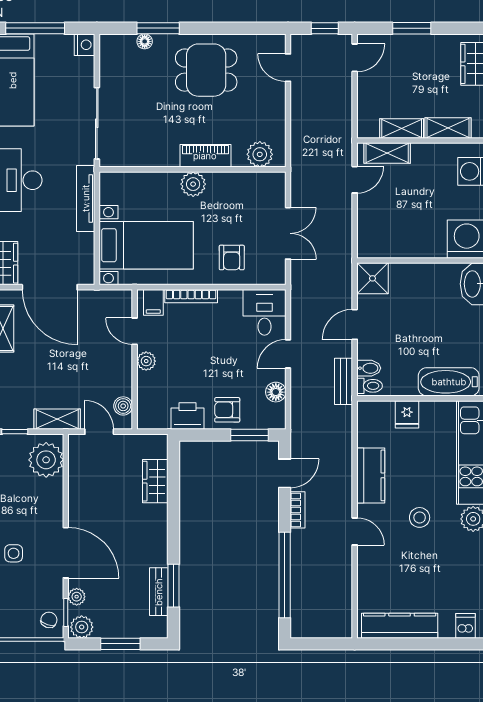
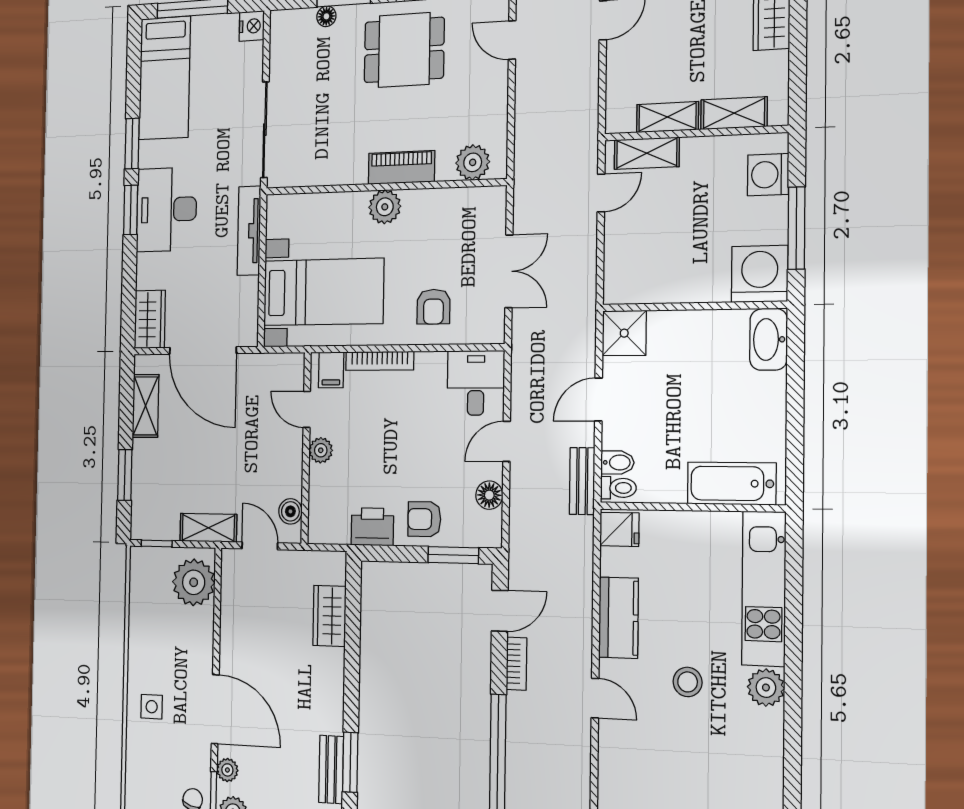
fridge: (407, 414) -> (619, 529), moved, turned -90

